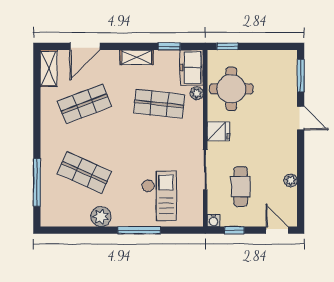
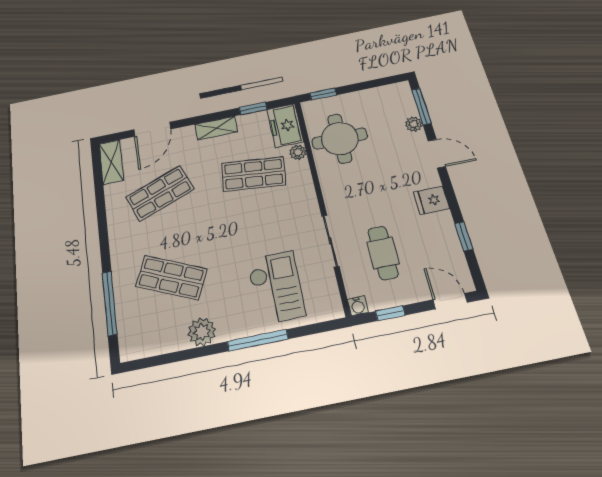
fridge: (219, 131) -> (432, 200), moved, turned 180
plant: (291, 180) -> (414, 124), moved
window: (301, 186) -> (464, 236), added

